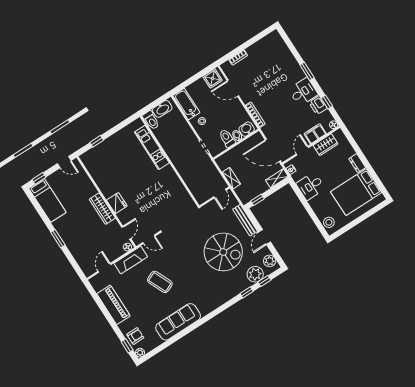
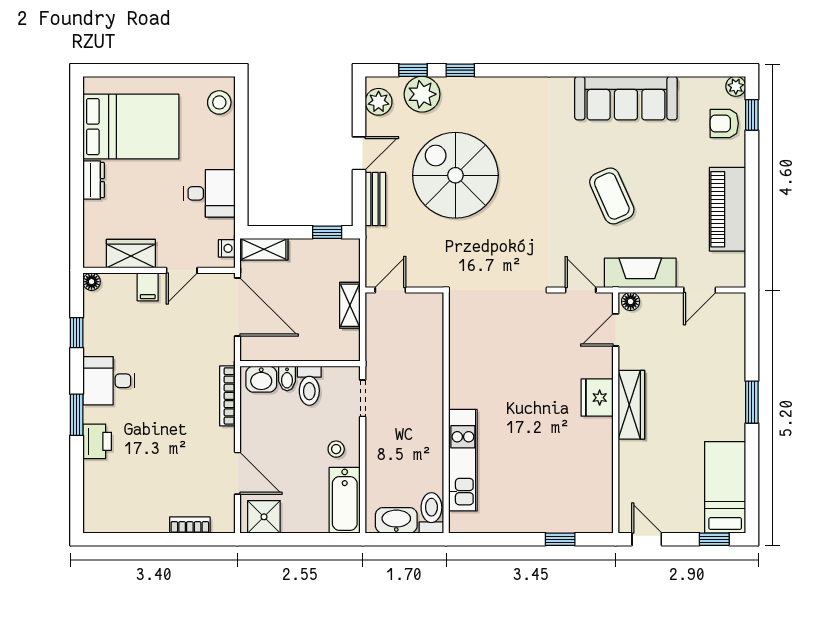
printer: (318, 105) -> (97, 441), moved
filing cabinet: (315, 134) -> (148, 287), width x0.50
bench: (245, 220) -> (375, 199), width x0.73

